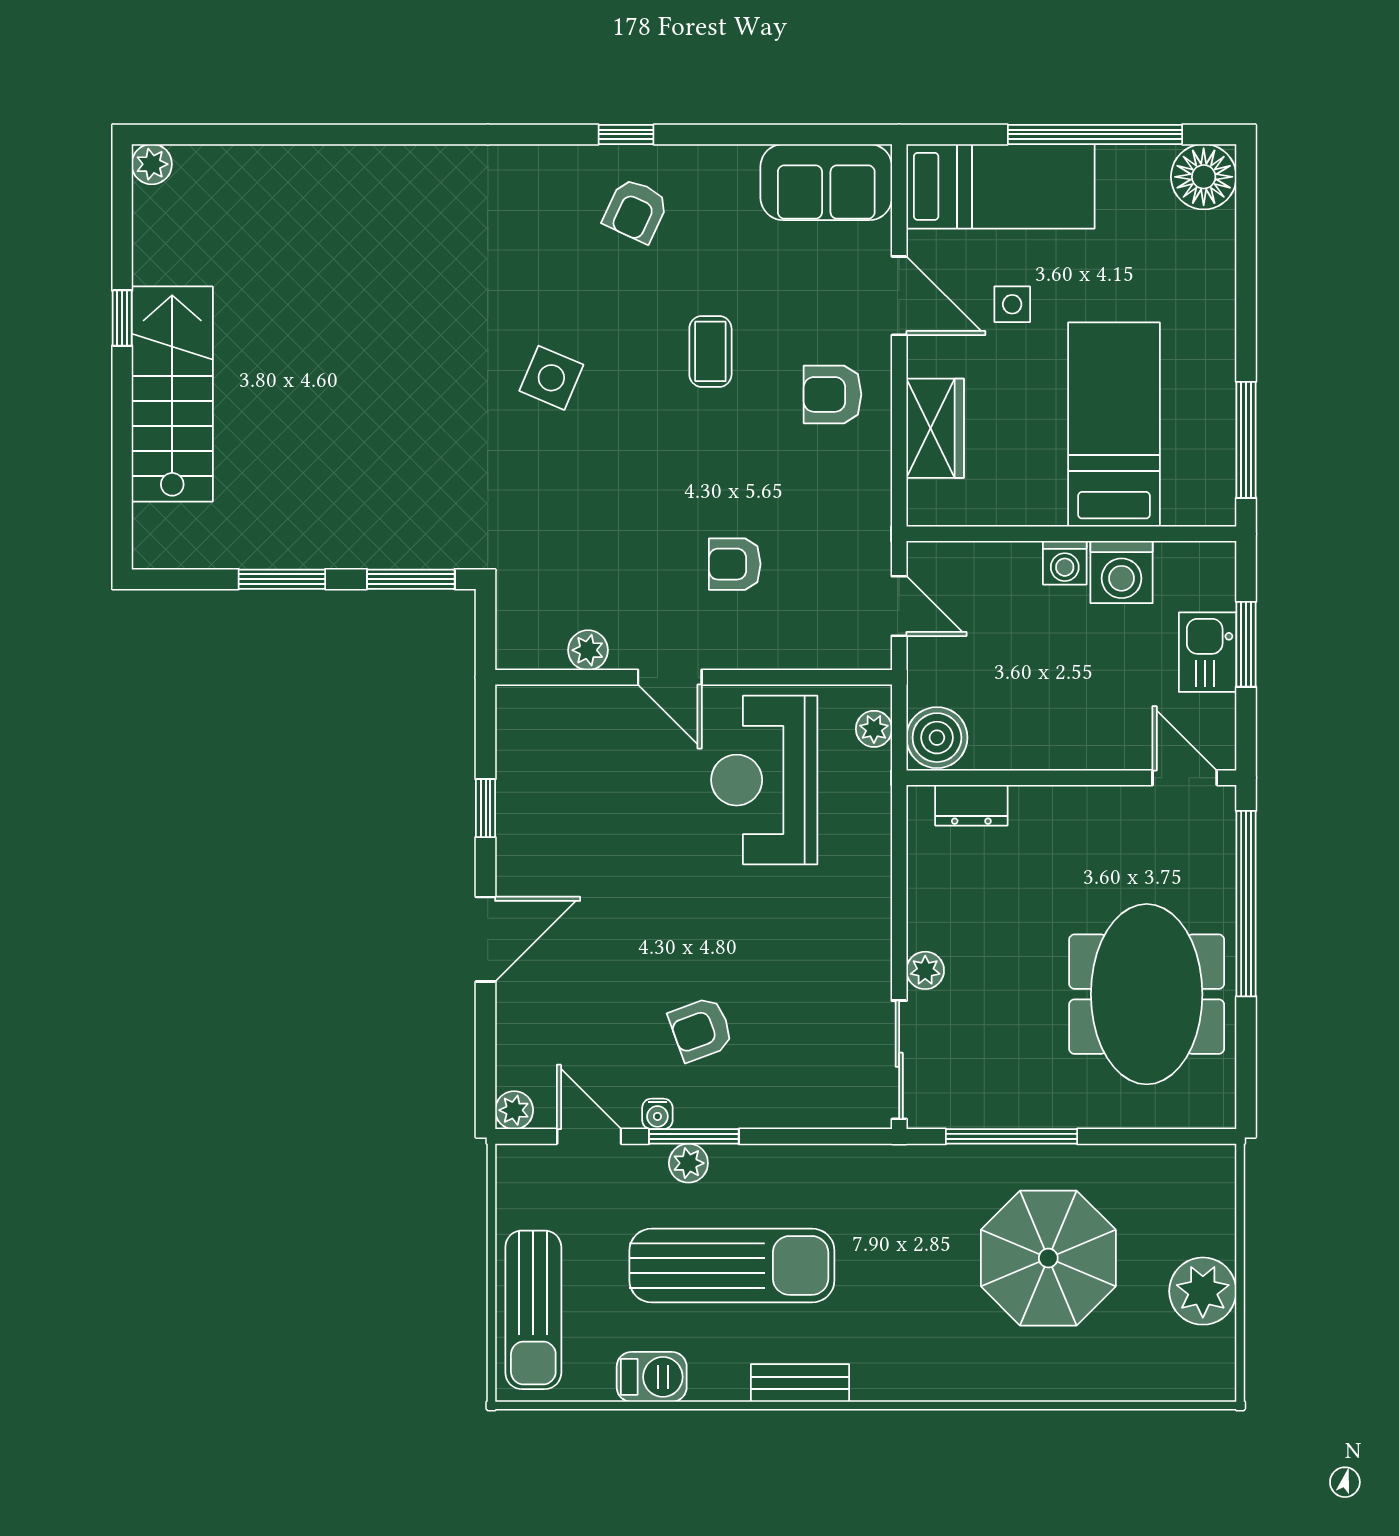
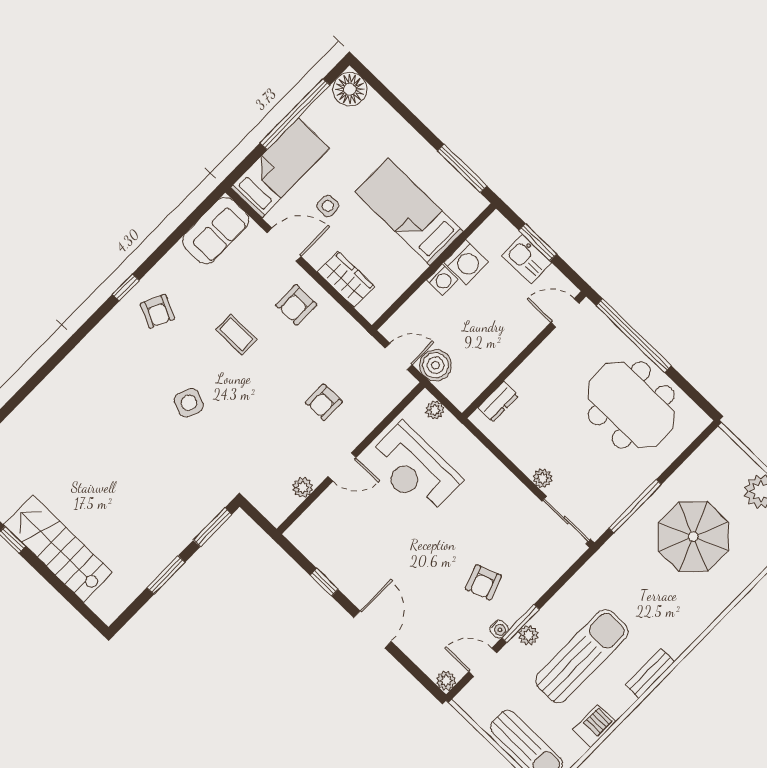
boiler: (937, 738) -> (435, 365), moved

